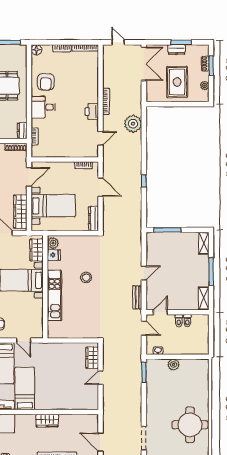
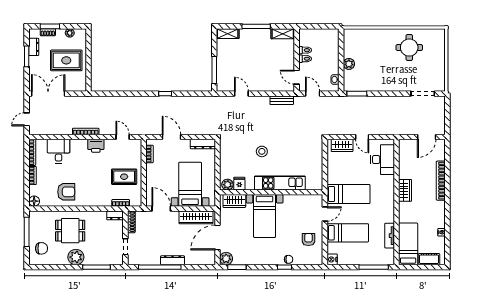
dresser: (177, 49) -> (34, 47), moved
desk: (43, 107) -> (59, 151), moved, turned 180
plant: (133, 124) -> (108, 105), removed
rug: (61, 140) -> (124, 177), added
door: (101, 187) -> (171, 137), hinge flipped
door: (144, 273) -> (241, 94), moved
door: (144, 328) -> (313, 94), hinge flipped
bed: (25, 388) -> (348, 194), moved, turned 180
desk: (78, 398) -> (382, 160), added
round table: (190, 425) -> (409, 48), width x0.73, depth x0.73

